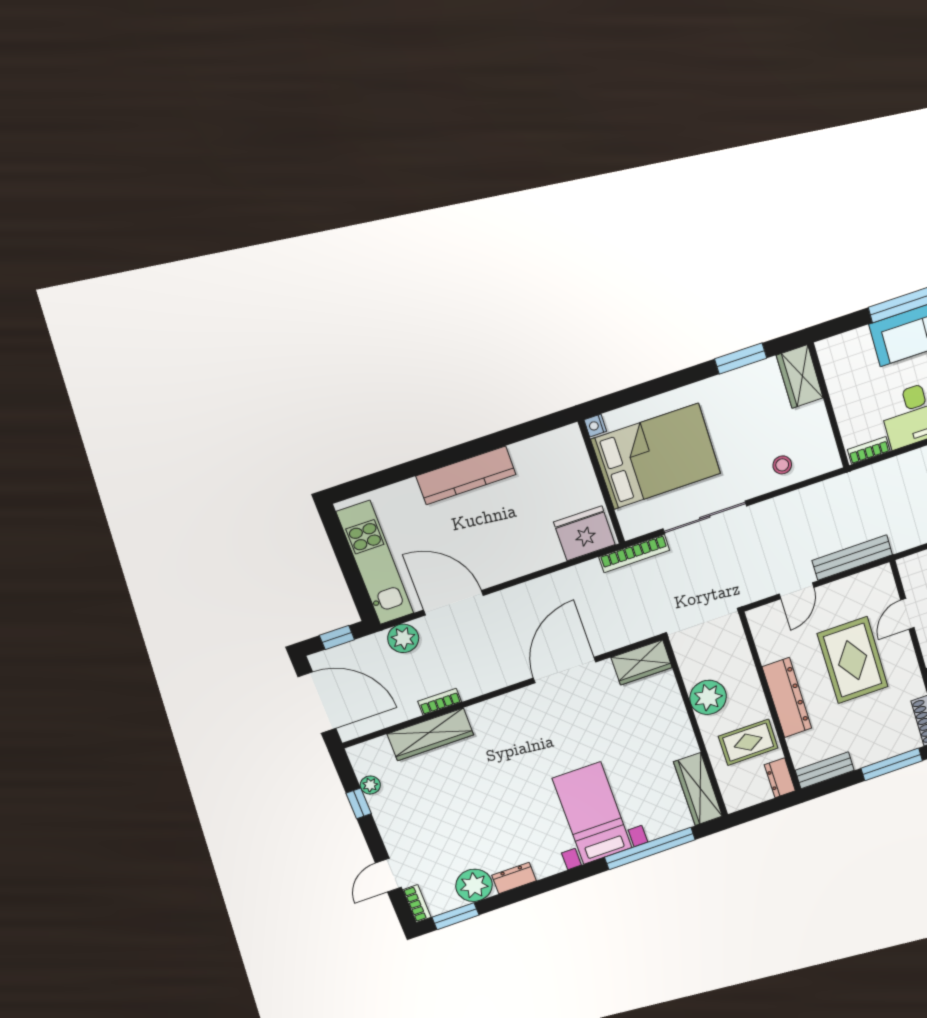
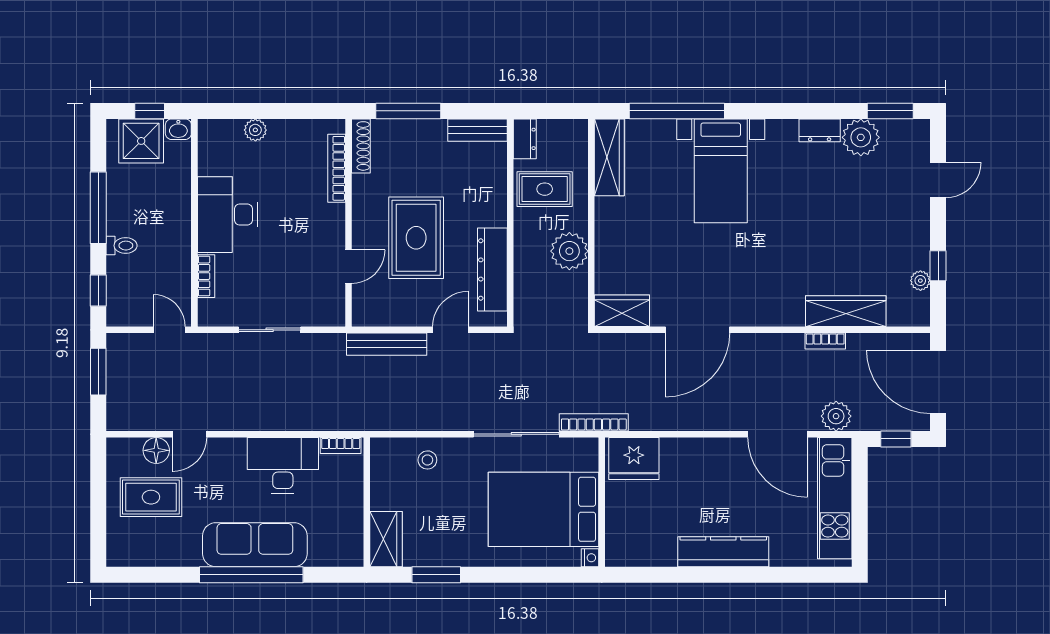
dresser: (787, 698) -> (492, 269), moved
bookcase: (417, 904) -> (922, 139), removed

